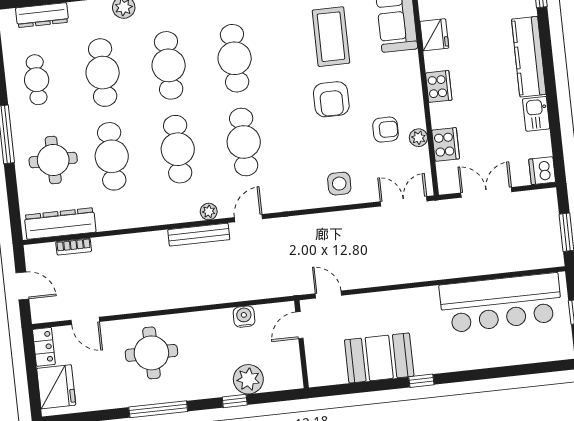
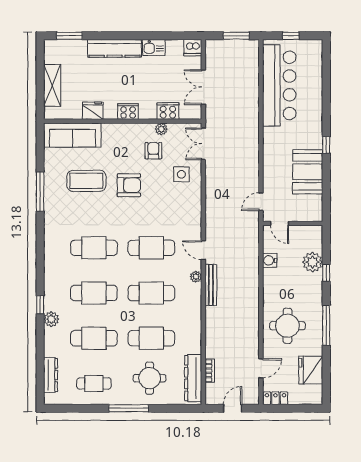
side table: (339, 184) -> (181, 174), moved
fridge: (56, 387) -> (311, 370), moved, turned -90

